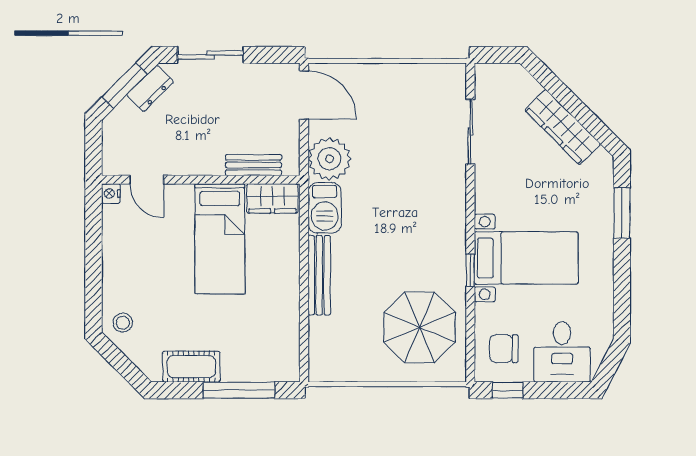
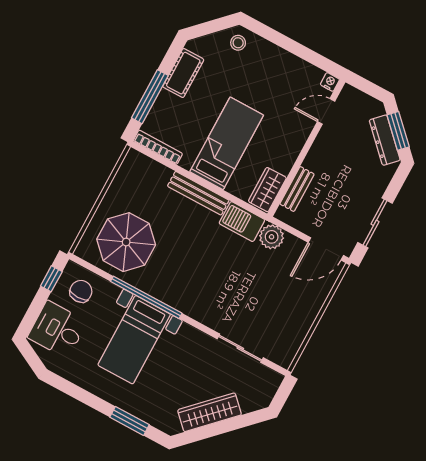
sliding door: (210, 55) -> (375, 223), moved
dresser: (150, 88) -> (385, 140), width x1.44
plant: (329, 159) -> (272, 237), width x0.73, depth x0.73
bed: (220, 239) -> (227, 143), moved, turned 90
window: (470, 270) -> (146, 297), width x3.17
bookcase: (292, 350) -> (158, 147), added

